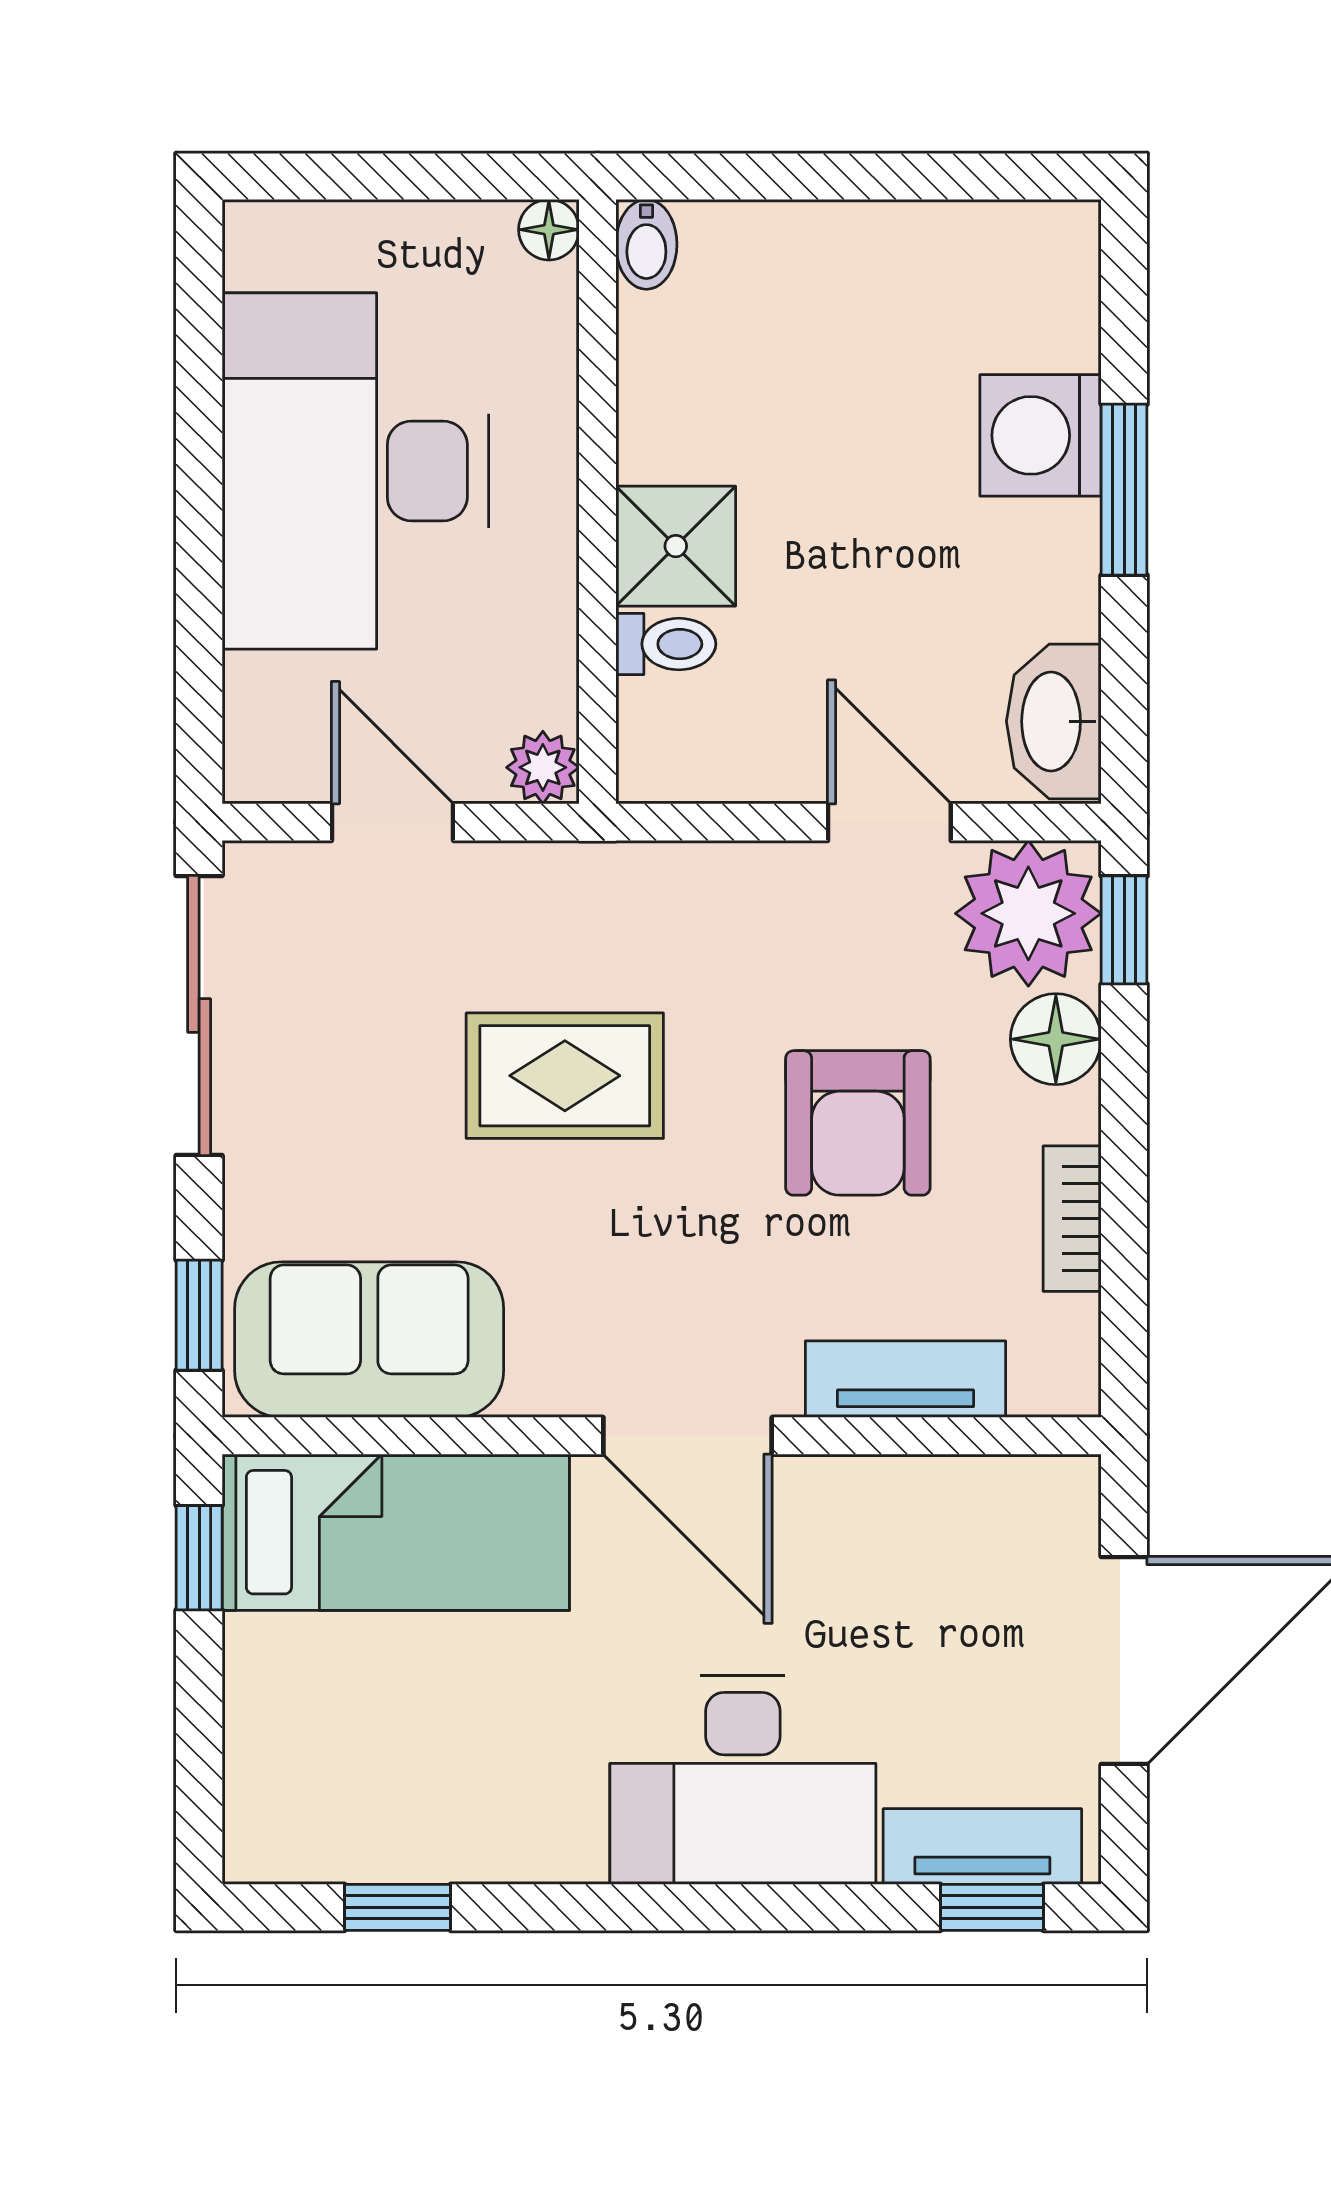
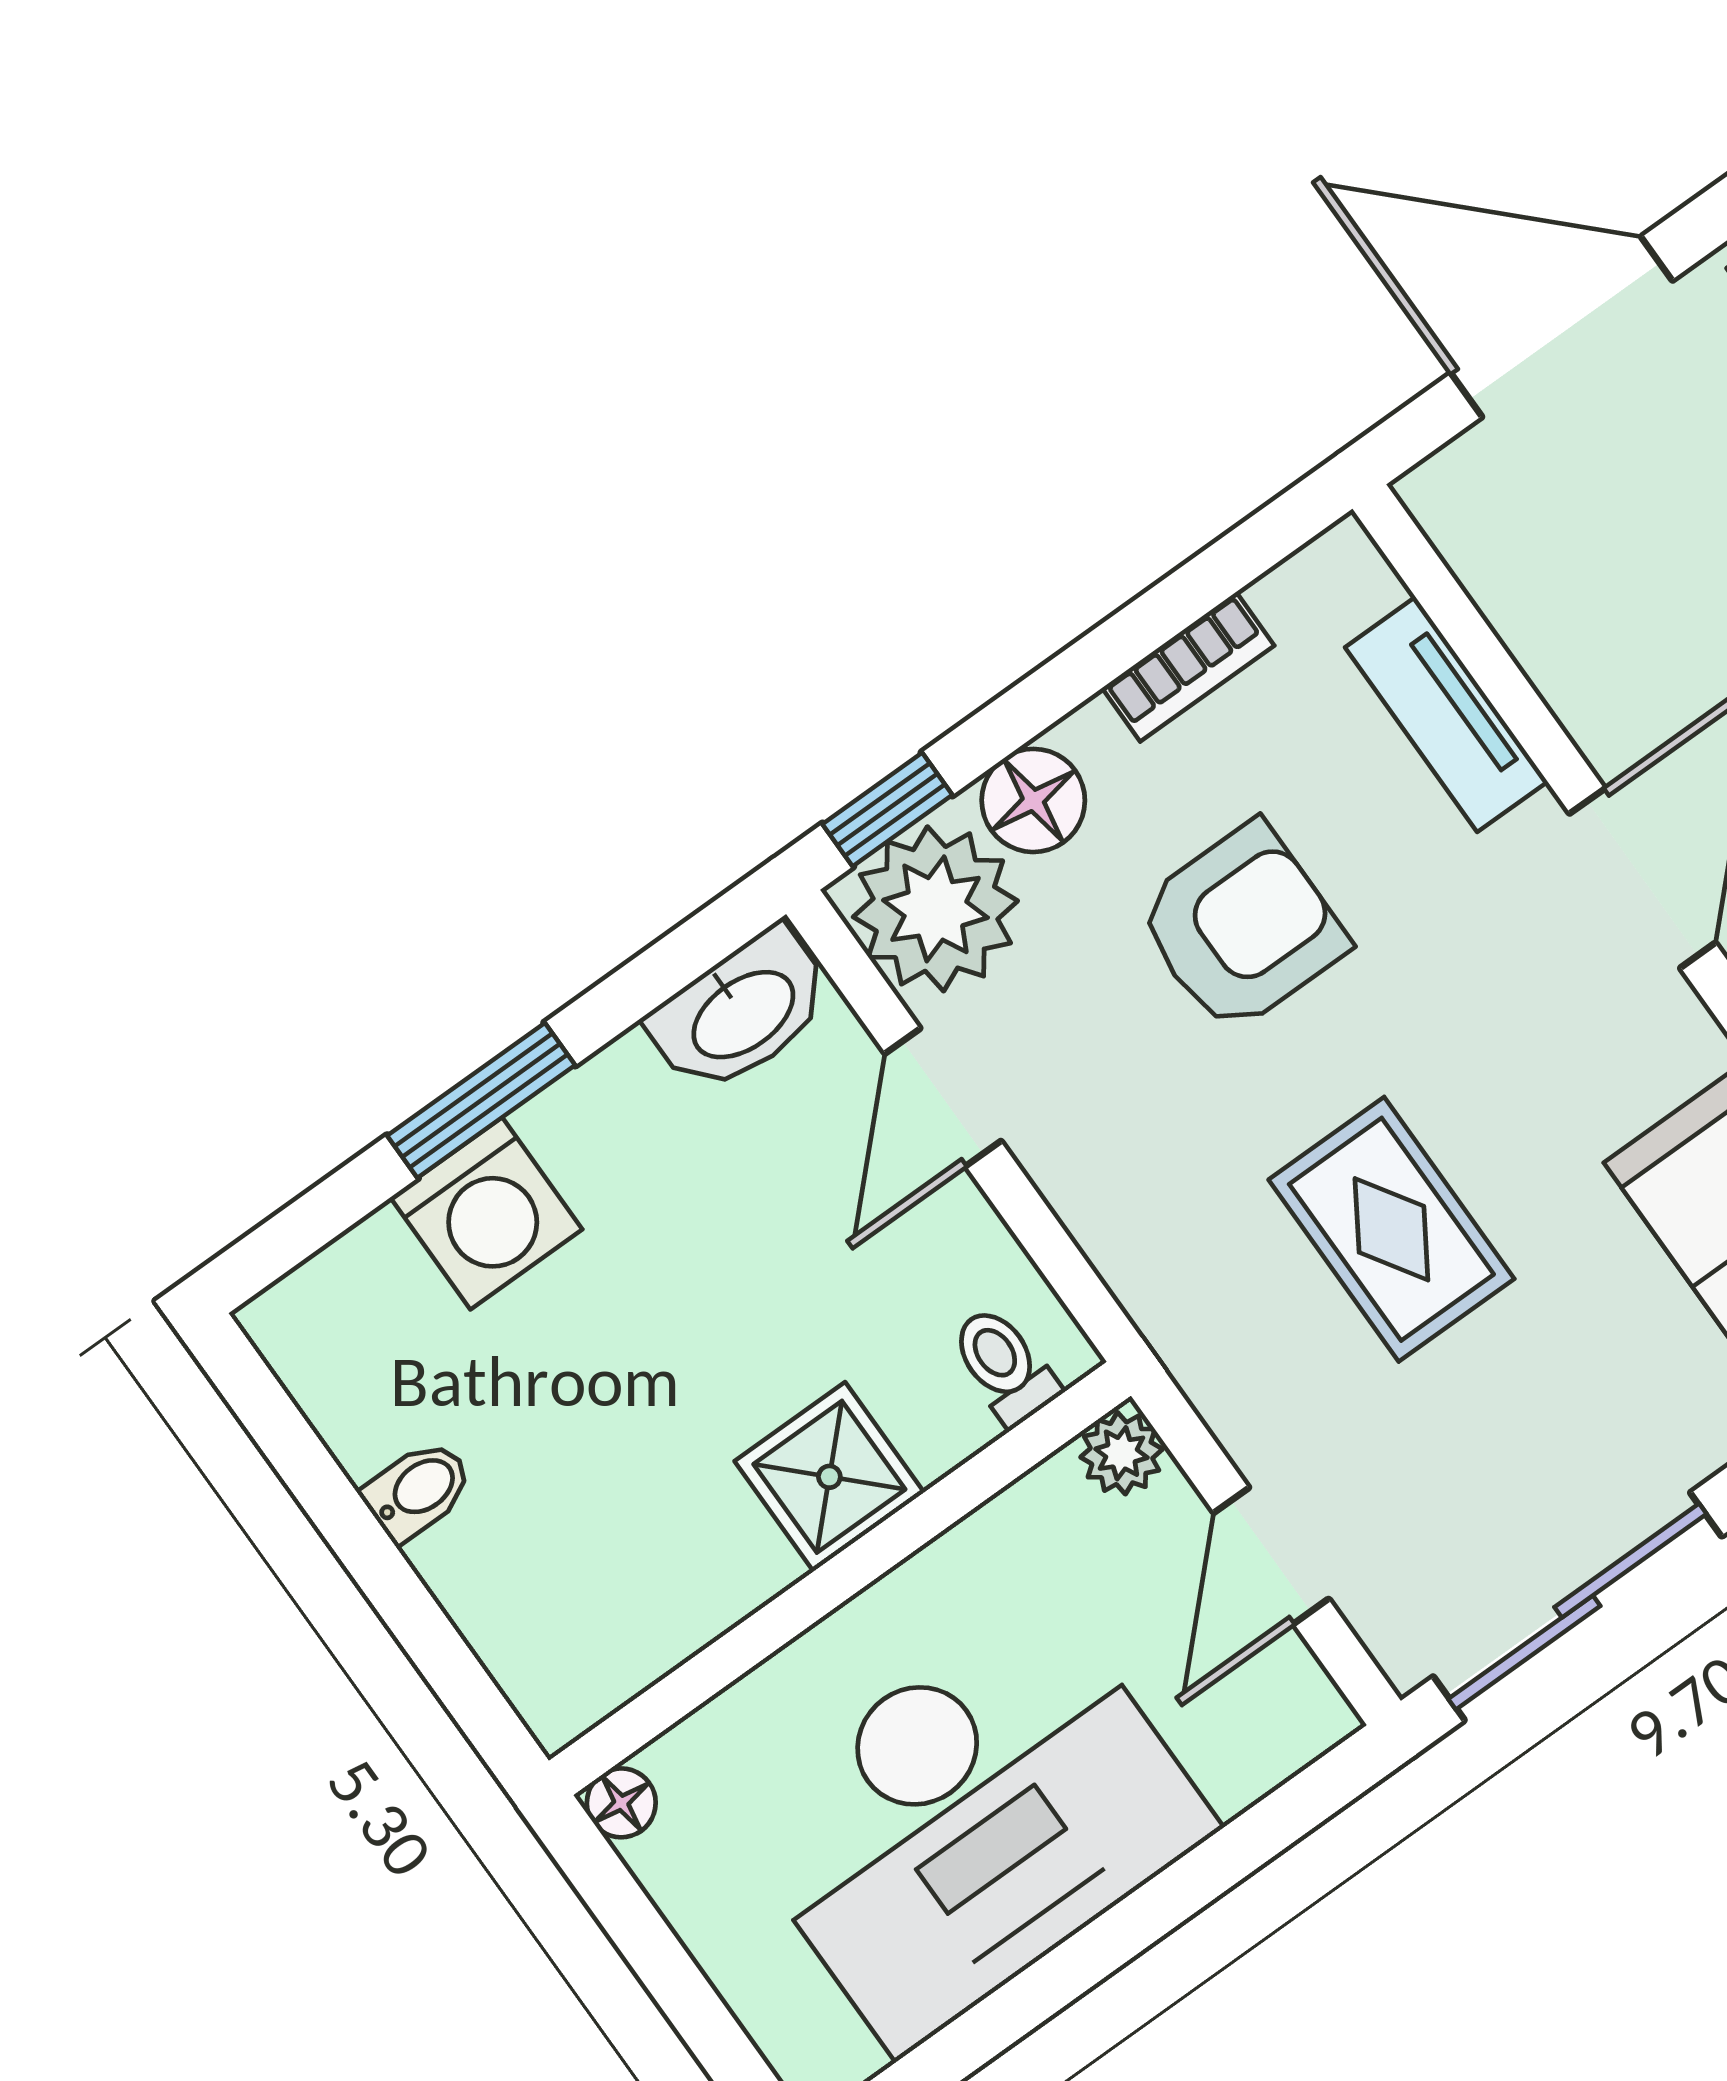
bidet: (646, 244) -> (418, 1490), moved
toilet: (666, 644) -> (1004, 1366), moved

